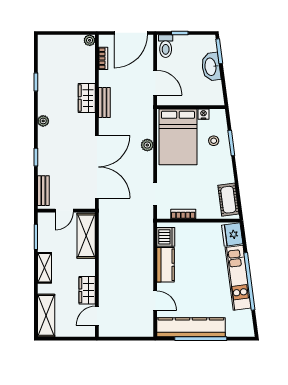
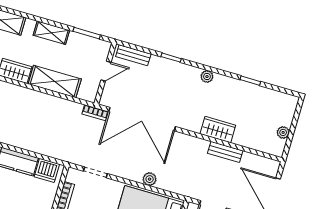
plant: (90, 40) -> (283, 132), moved
bookcase: (103, 58) -> (95, 113), moved
bench: (104, 102) -> (225, 152), moved
door: (64, 211) -> (106, 71), swing flipped
shelving: (86, 236) -> (55, 81), moved

